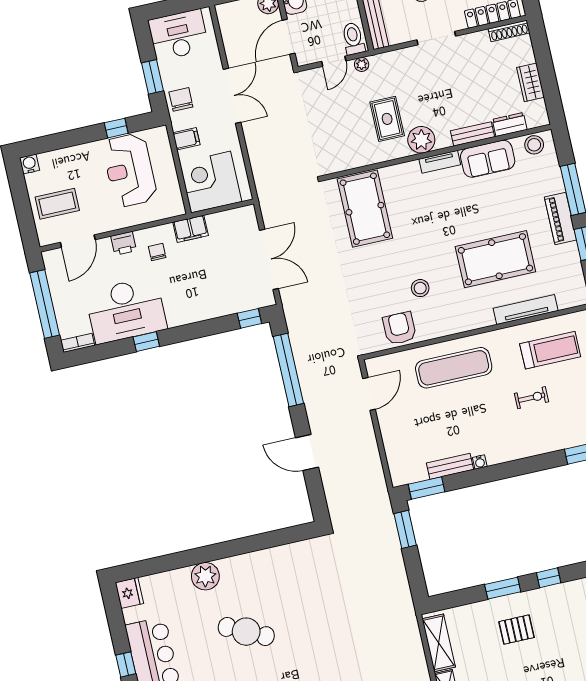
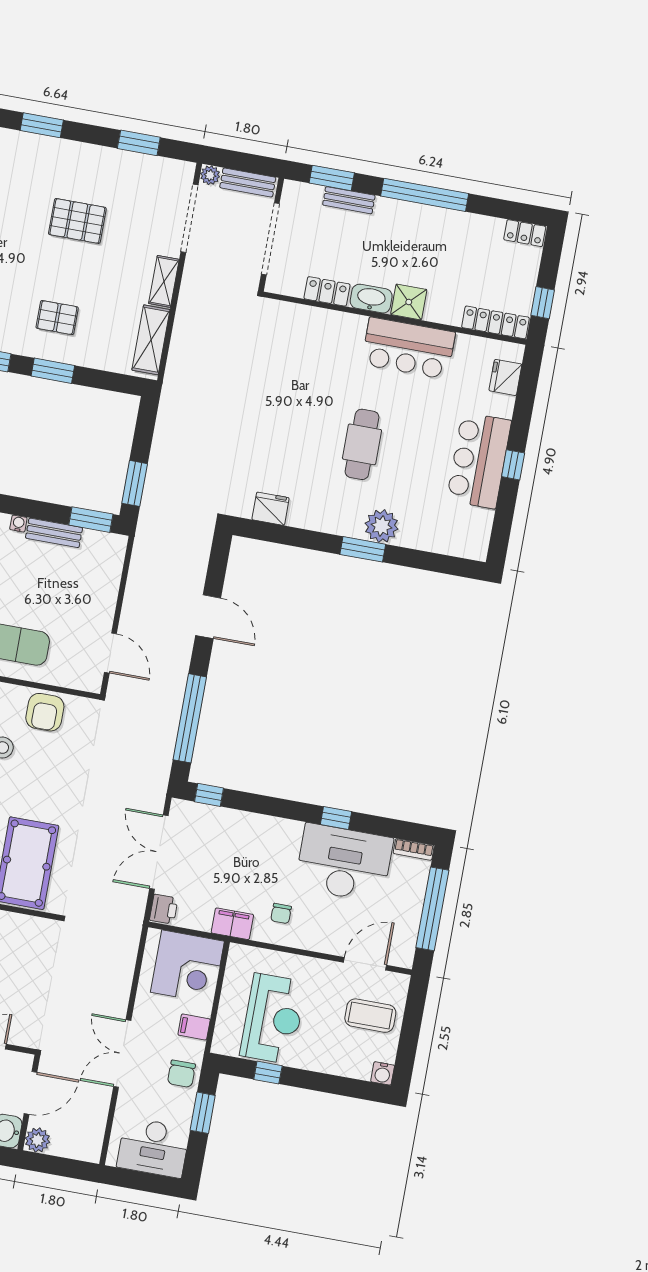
printer: (124, 243) -> (164, 909), moved, turned 90
door: (369, 394) -> (110, 653), swing flipped
window: (212, 553) -> (363, 549), added
fridge: (129, 593) -> (271, 509), moved, turned 90
cafe table: (246, 632) -> (362, 444), turned 64

